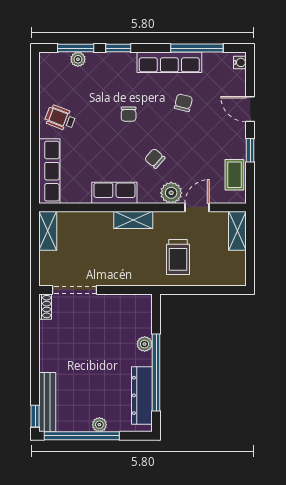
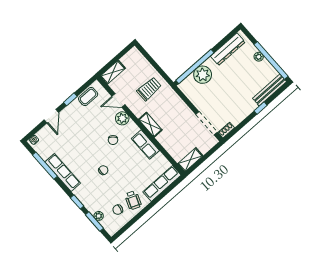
chair: (183, 103) -> (118, 210), moved
plant: (145, 344) -> (203, 75), width x1.88, depth x1.88
window: (156, 373) -> (195, 67), moved
window: (35, 416) -> (261, 108), moved

